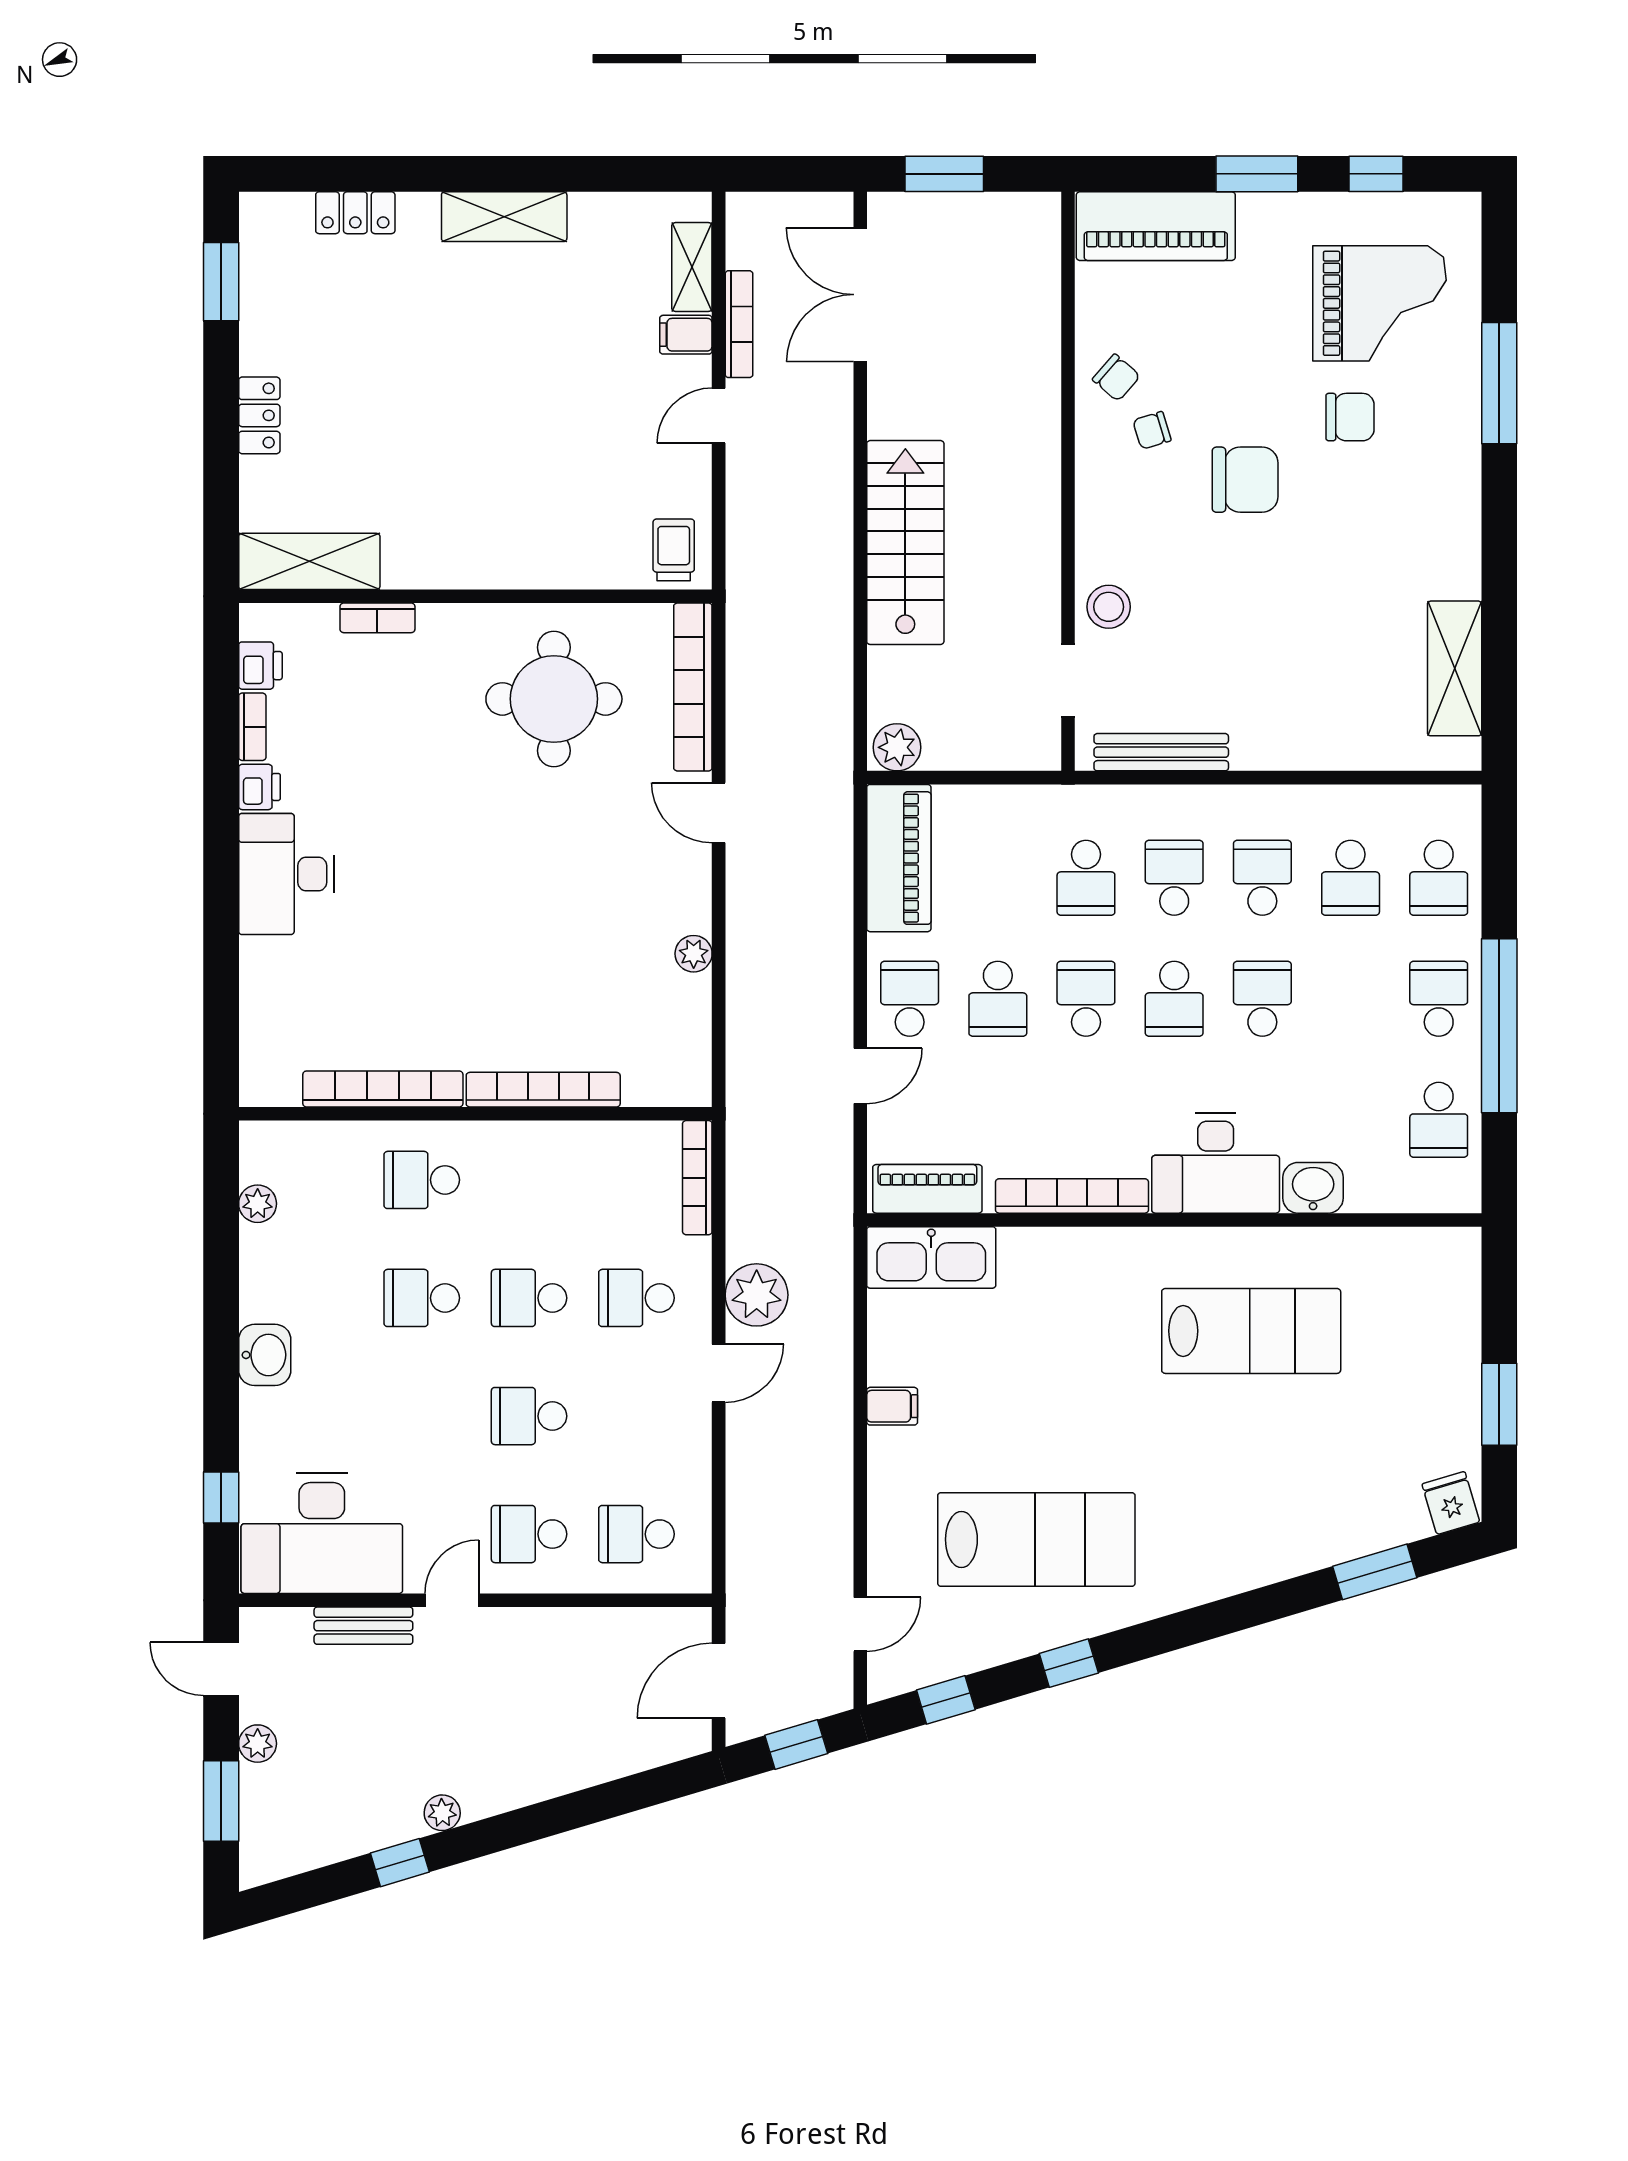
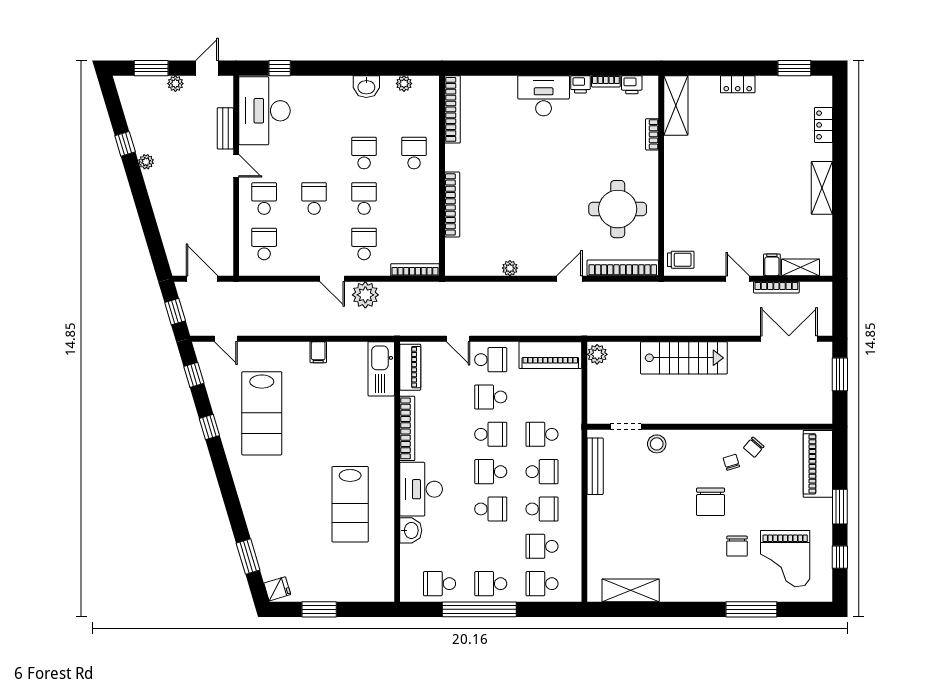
school desk: (1439, 999) -> (491, 584), turned 180
bookcase: (383, 1089) -> (453, 109), moved
washbasin: (265, 1355) -> (366, 87), moved

